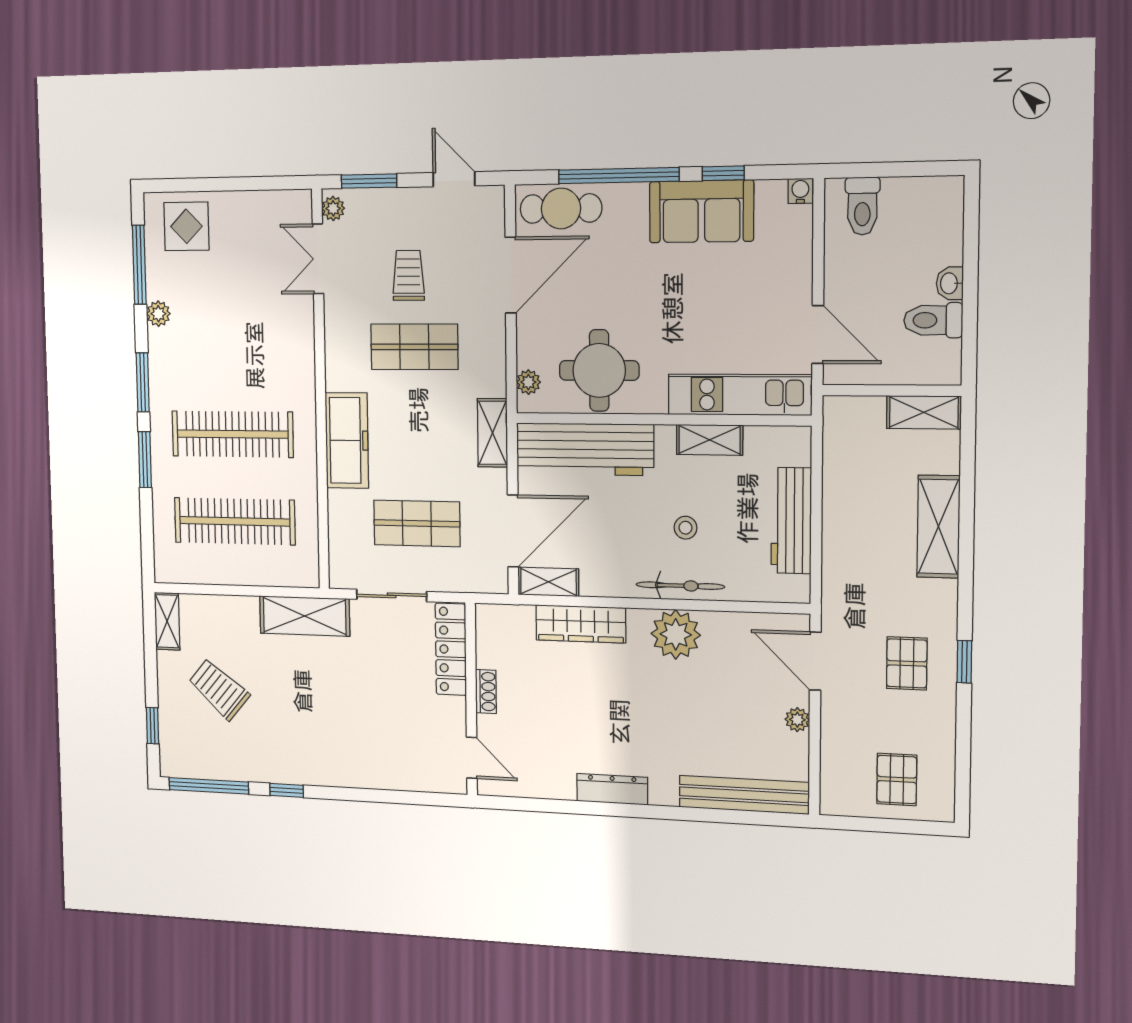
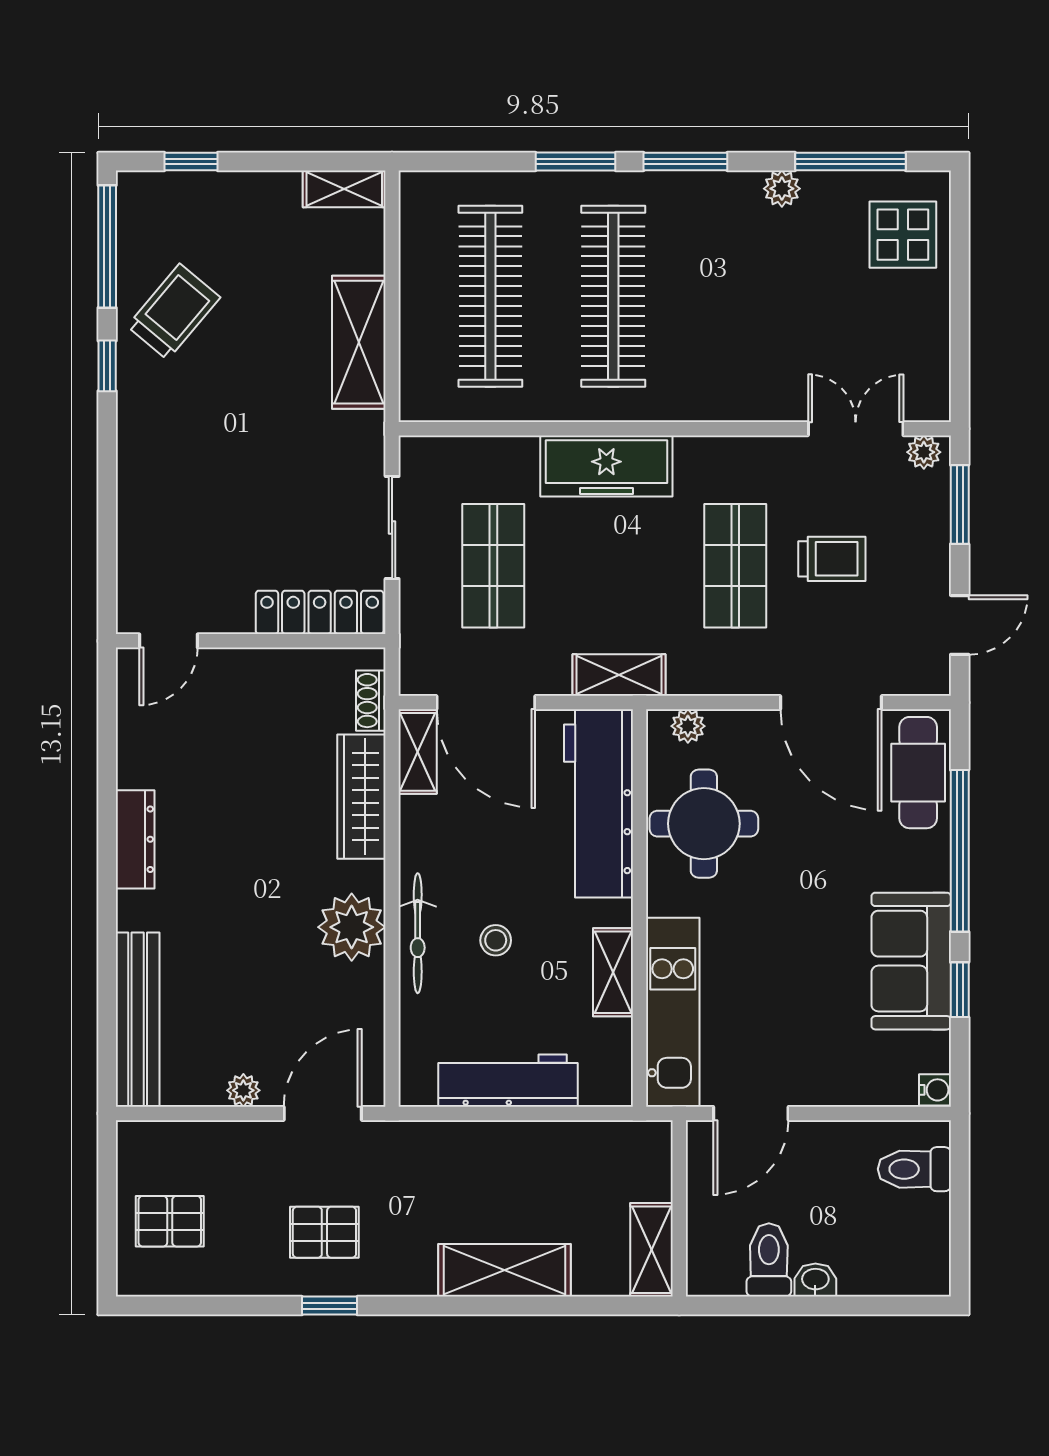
shelving: (305, 616) -> (359, 342), moved
trolley: (219, 689) -> (174, 312), moved
shoe rack: (486, 691) -> (371, 701), moved, turned 90

